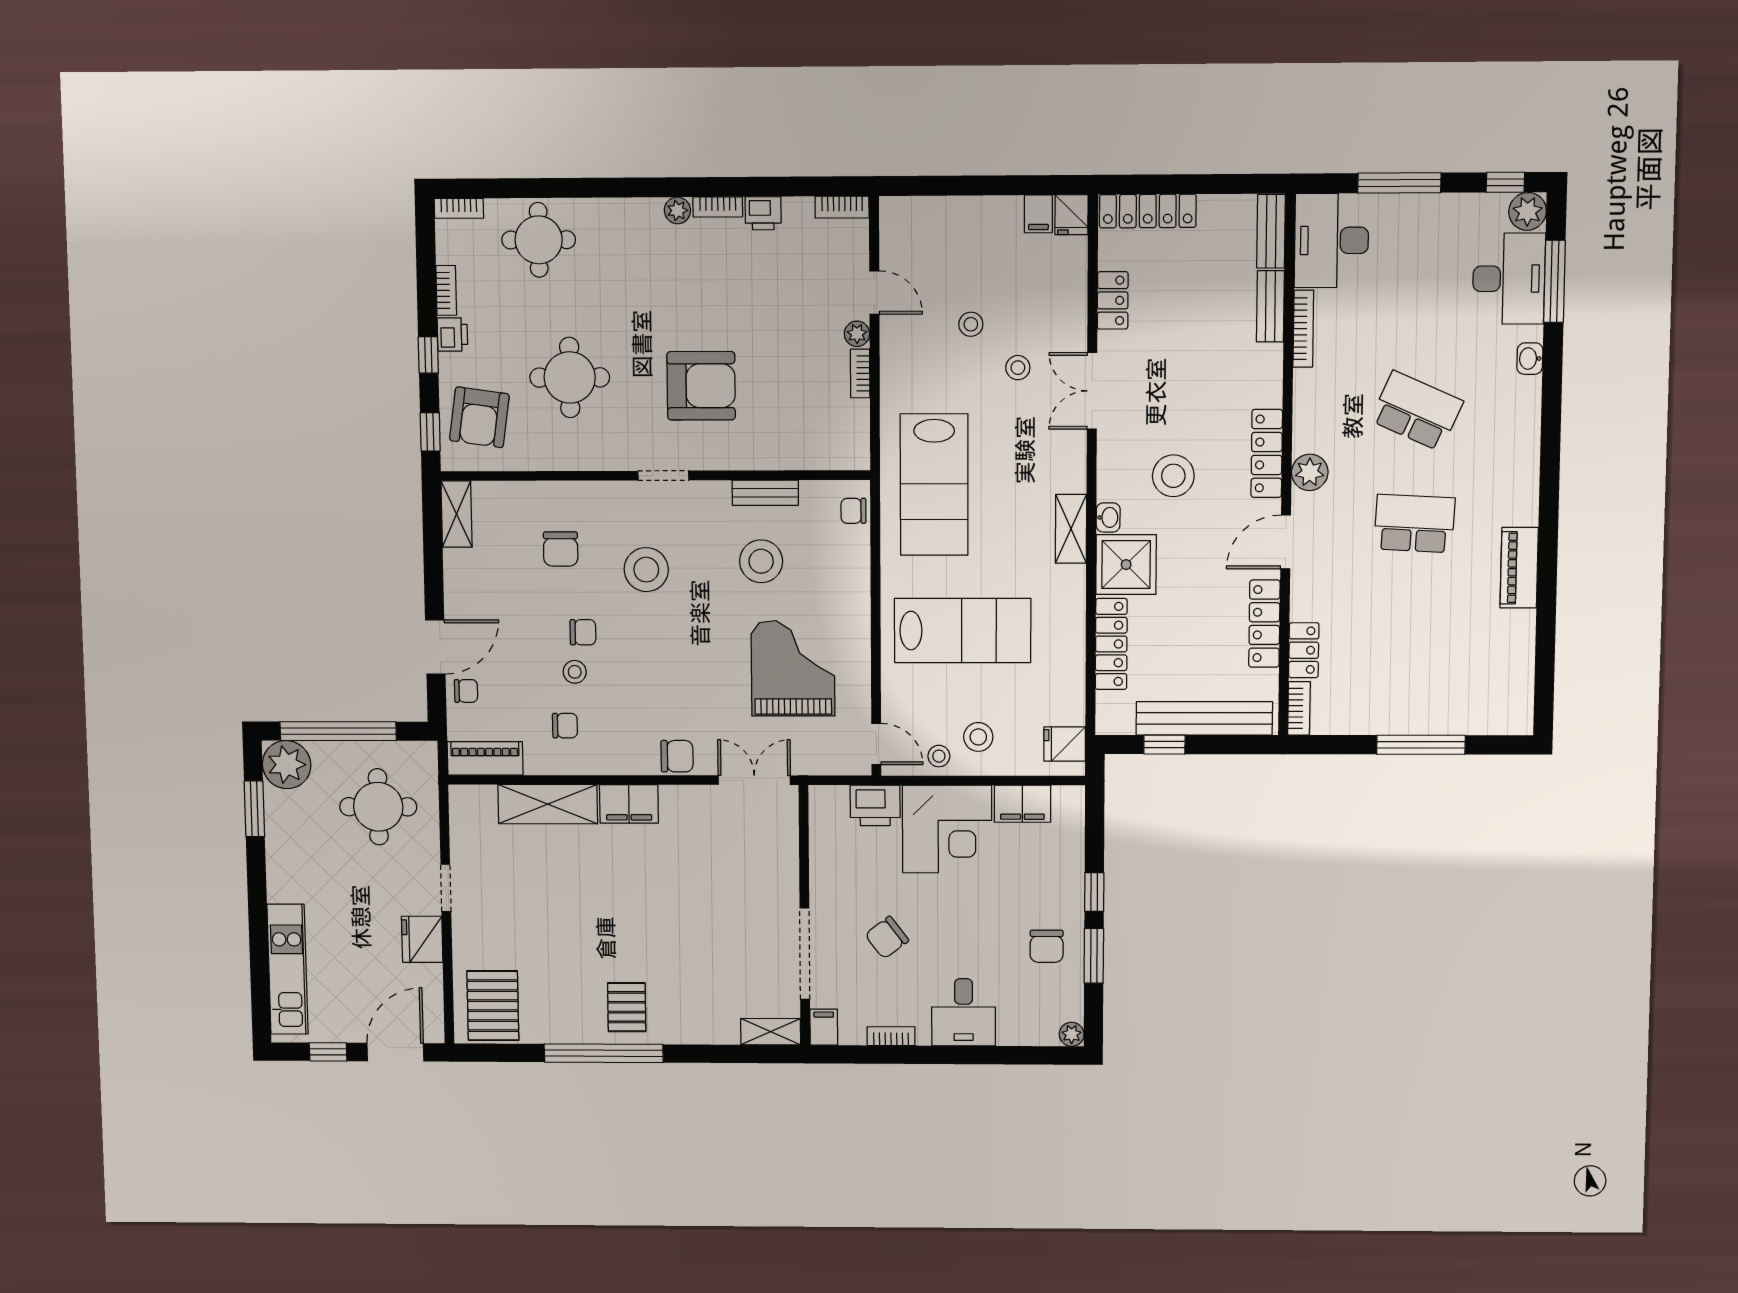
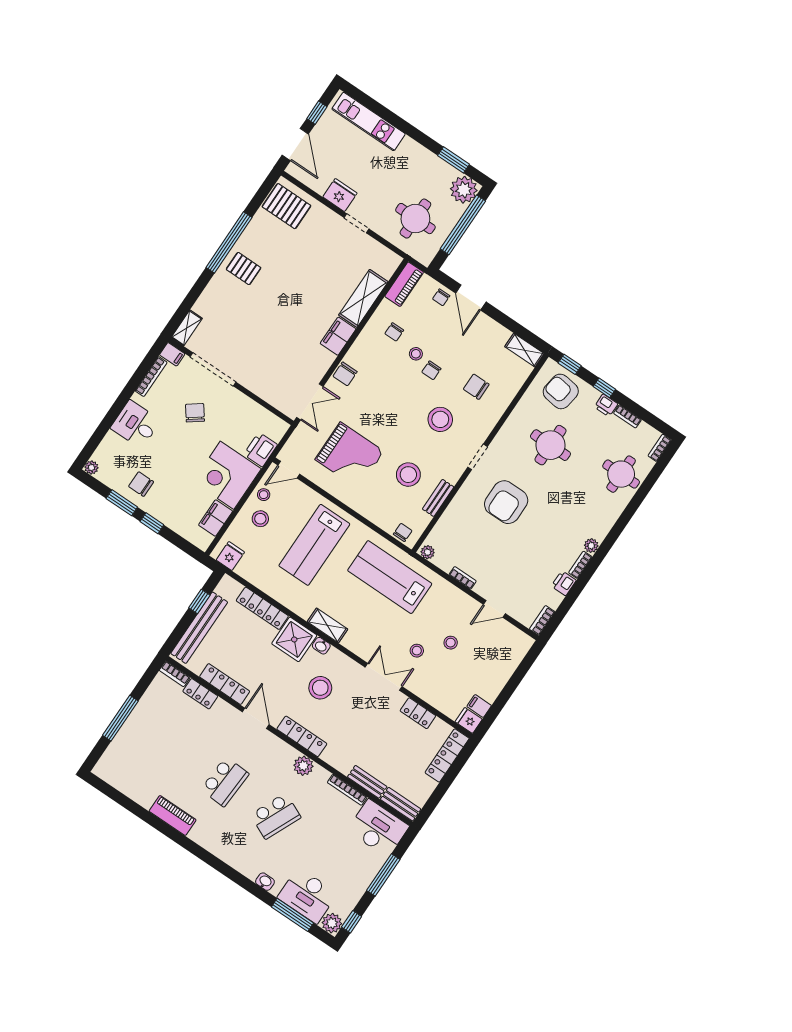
plant: (857, 334) -> (428, 552), moved
plant: (1310, 472) -> (303, 766), moved
bookcase: (891, 1036) -> (151, 377), width x1.56

